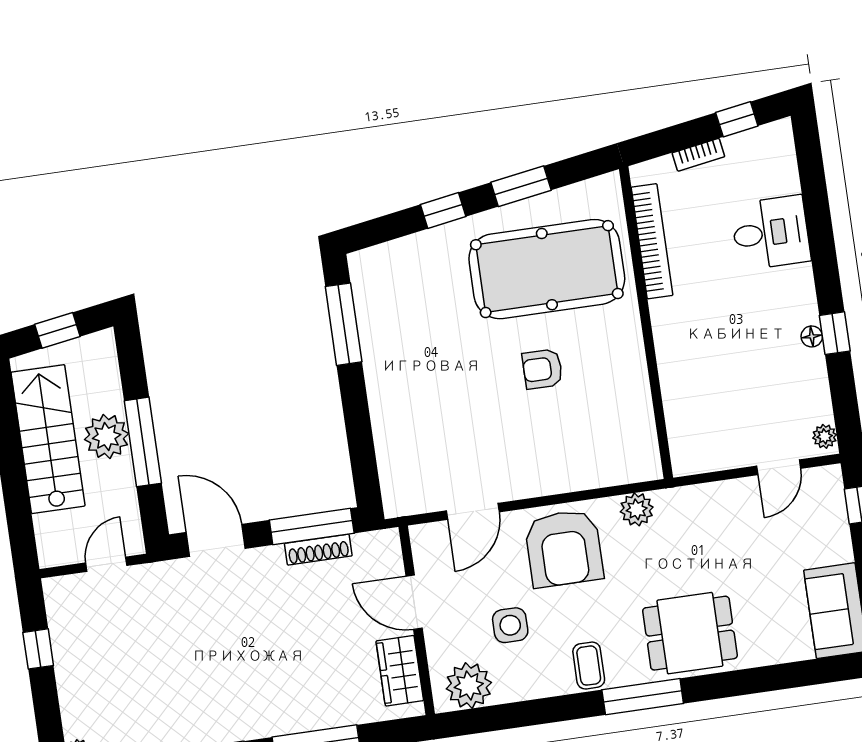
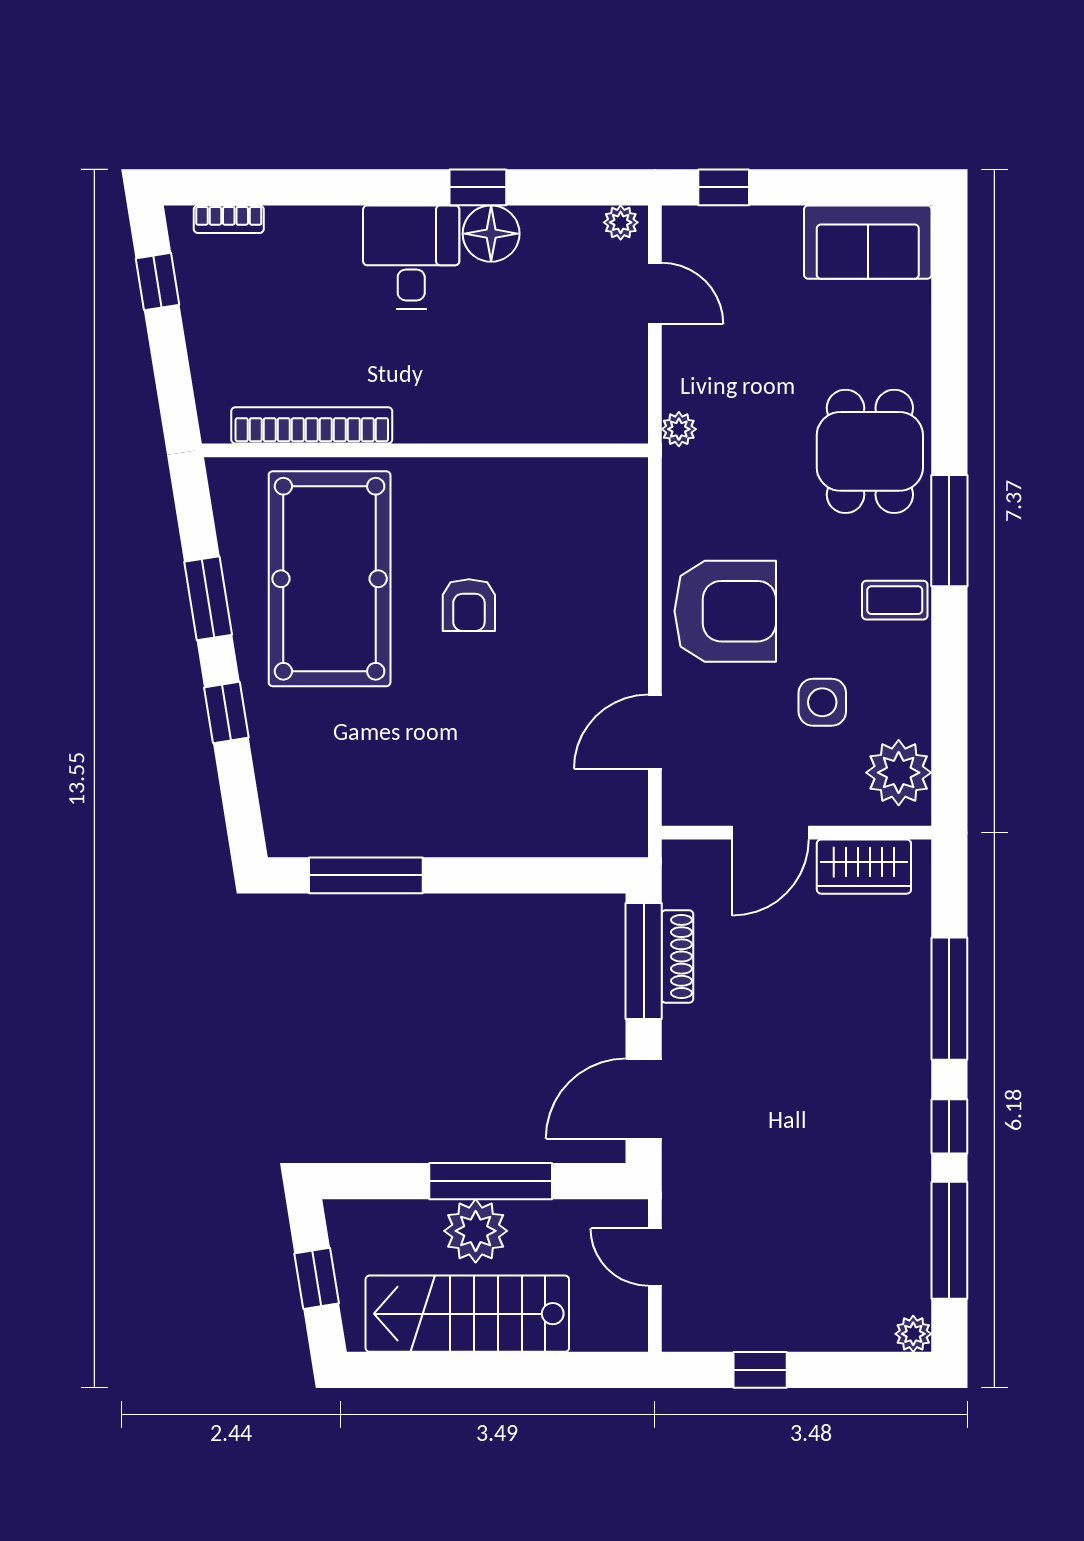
bookcase: (698, 155) -> (229, 219), moved, turned 99
desk: (771, 233) -> (411, 257), moved
floor lamp: (812, 336) -> (491, 234), width x1.89, depth x1.89
plant: (637, 509) -> (679, 429), moved, width x0.73, depth x0.73
door: (473, 511) -> (655, 732), swing flipped

